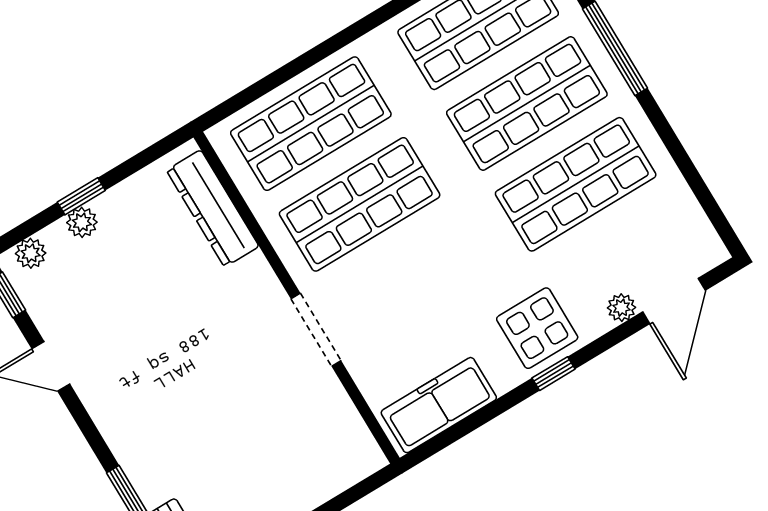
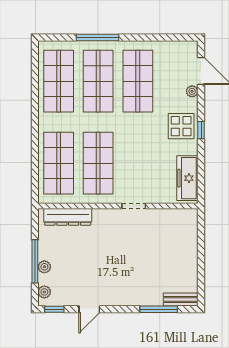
window: (81, 196) -> (35, 261), width x2.17
doorway: (316, 330) -> (134, 206), width x0.73

